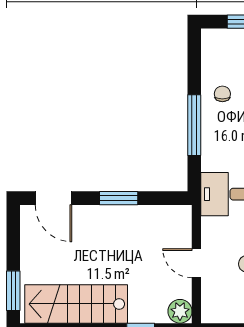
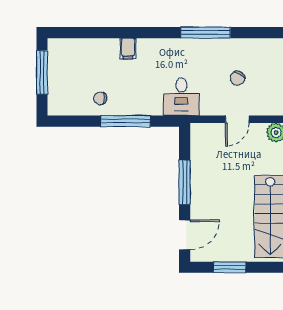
window: (119, 198) -> (185, 182), width x1.44
window: (13, 291) -> (230, 267), moved

